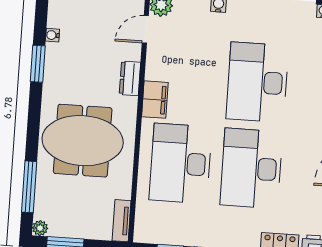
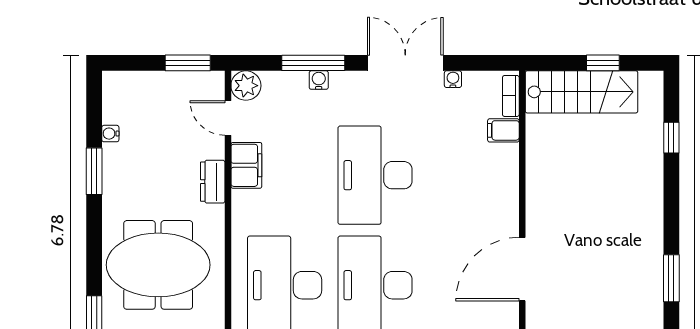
door: (145, 29) -> (228, 118), hinge flipped
filing cabinet: (155, 100) -> (246, 165), moved

